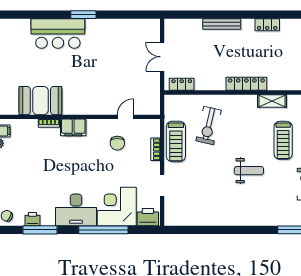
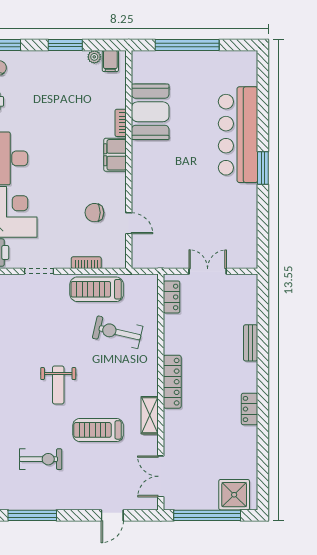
bench: (222, 24) -> (251, 343), width x0.73
bar counter: (58, 34) -> (238, 135), width x1.36

